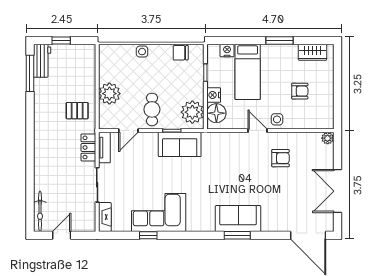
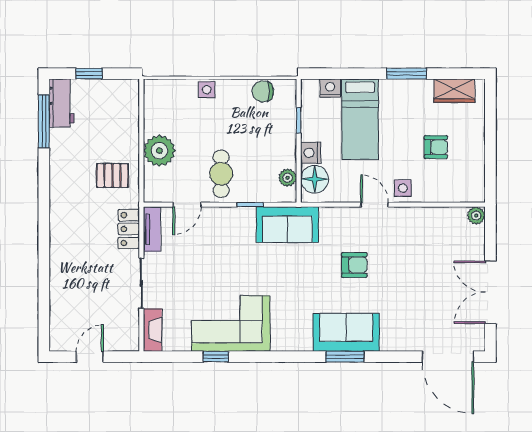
plant: (192, 112) -> (288, 178), width x0.53, depth x0.53
sofa: (180, 144) -> (287, 225), moved
armchair: (280, 158) -> (354, 265), moved
bicycle: (40, 211) -> (58, 322), removed

